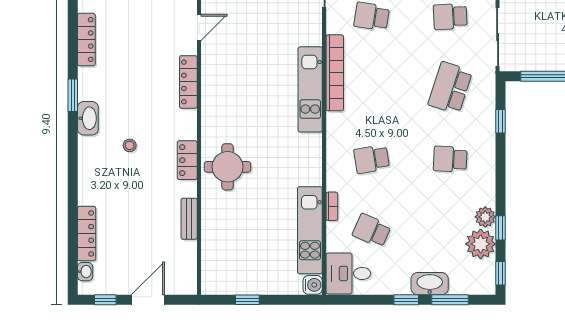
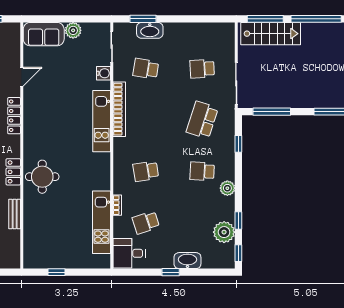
plant: (485, 217) -> (227, 188), moved
school desk: (372, 230) -> (146, 222), turned -42
water cooler: (313, 285) -> (103, 73), moved
window: (450, 300) -> (202, 272), removed

